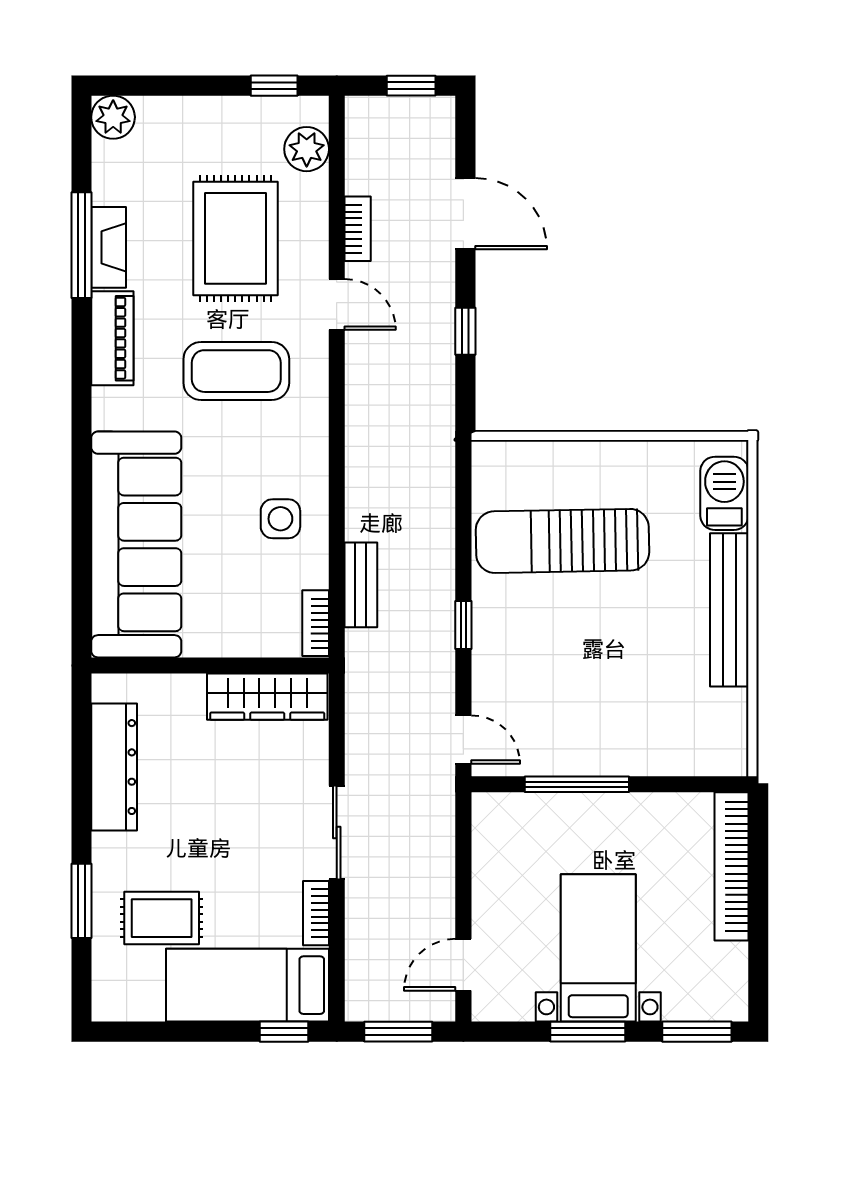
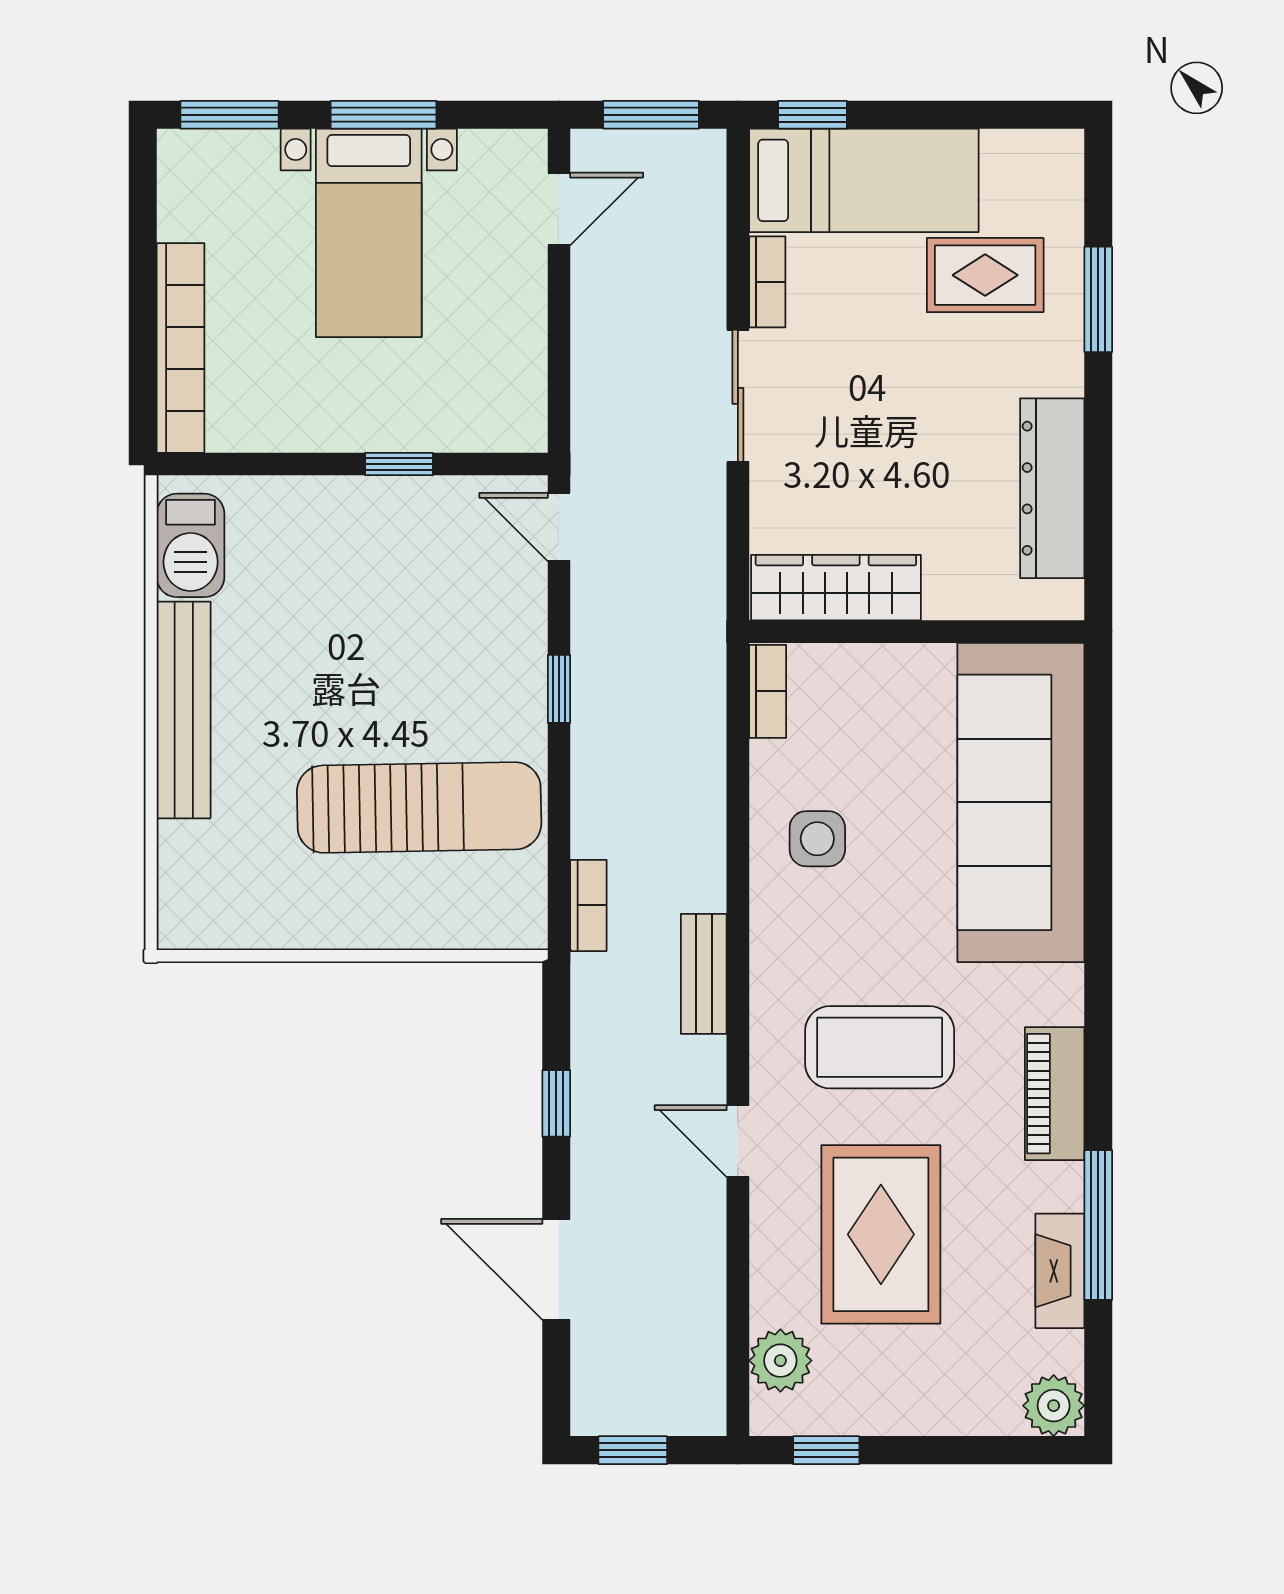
bookcase: (358, 229) -> (588, 905), moved, turned 180
fireplace: (109, 247) -> (1060, 1271), moved
barbecue: (724, 493) -> (191, 545), moved
bench: (361, 585) -> (704, 974), moved
window: (577, 784) -> (399, 464), width x0.46

